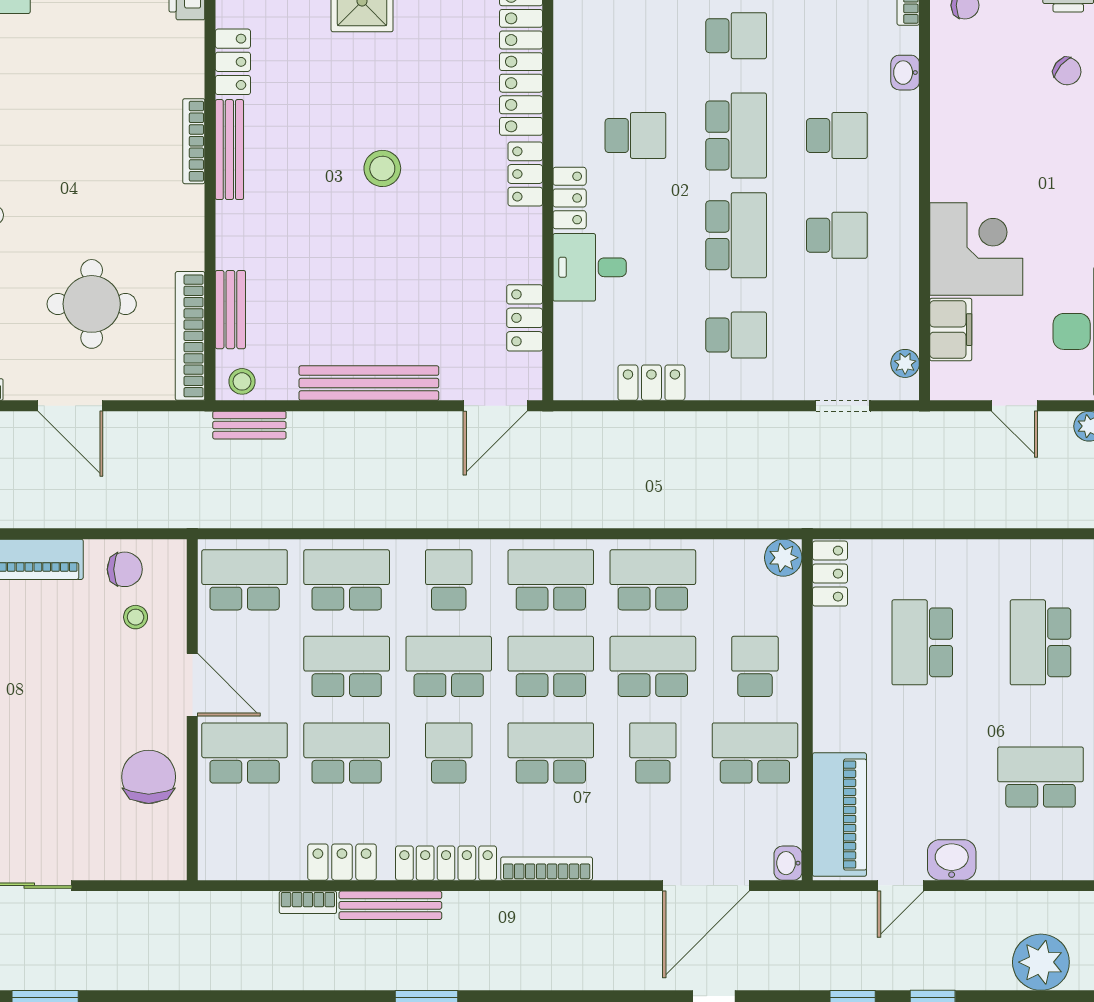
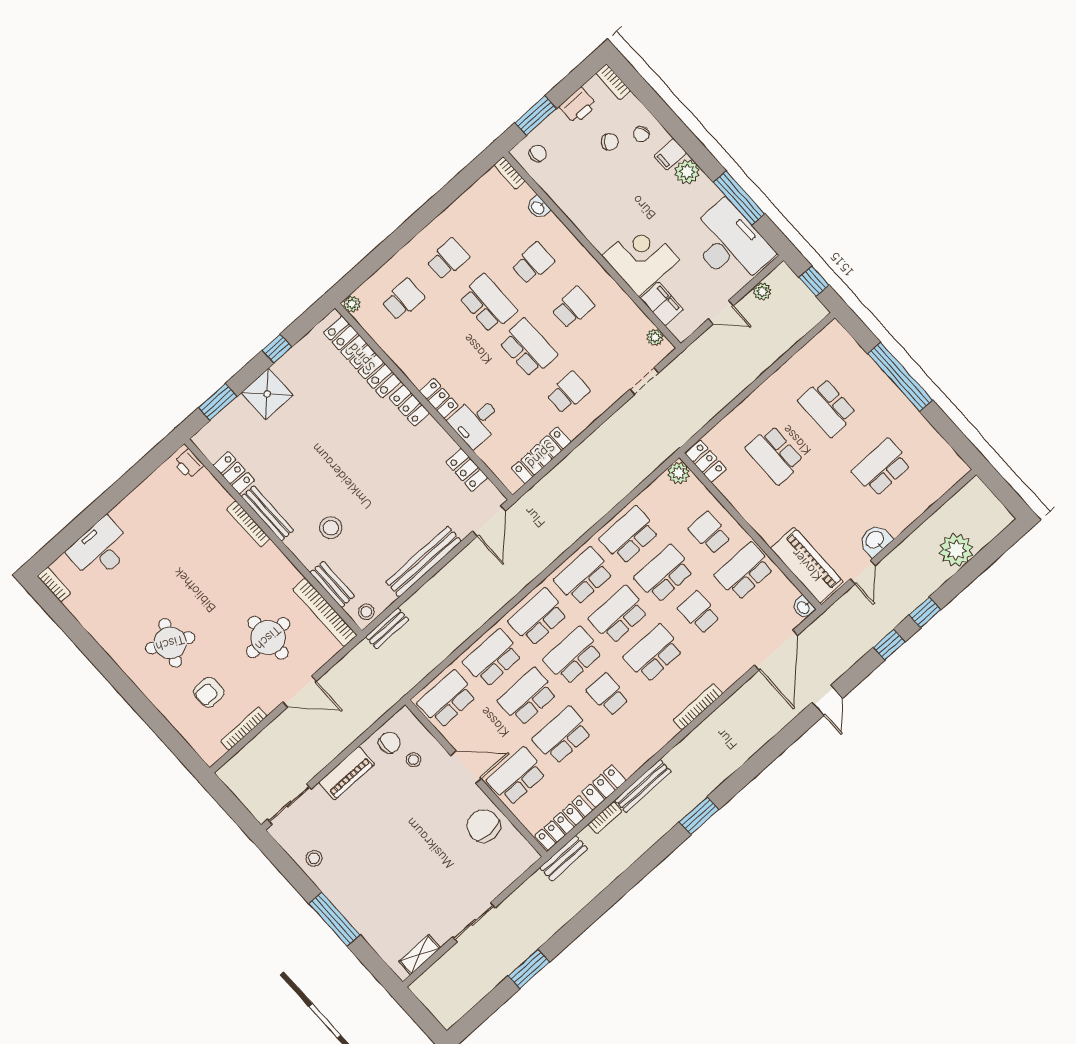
school desk: (635, 135) -> (403, 299), moved
stool: (382, 168) -> (331, 528), moved
locker: (651, 383) -> (541, 455), width x1.53
school desk: (449, 580) -> (538, 617), width x1.85
locker: (446, 863) -> (564, 823), moved
bench: (212, 906) -> (564, 858), added

